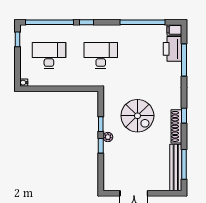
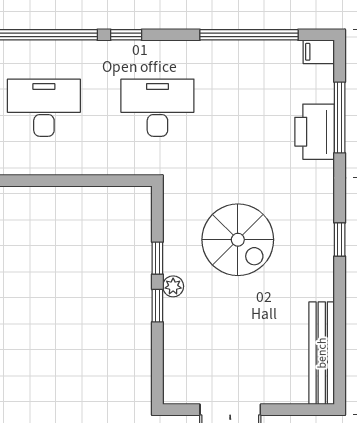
printer: (172, 49) -> (315, 132), moved
shoe rack: (176, 126) -> (323, 263), removed
window: (184, 164) -> (340, 346), removed

